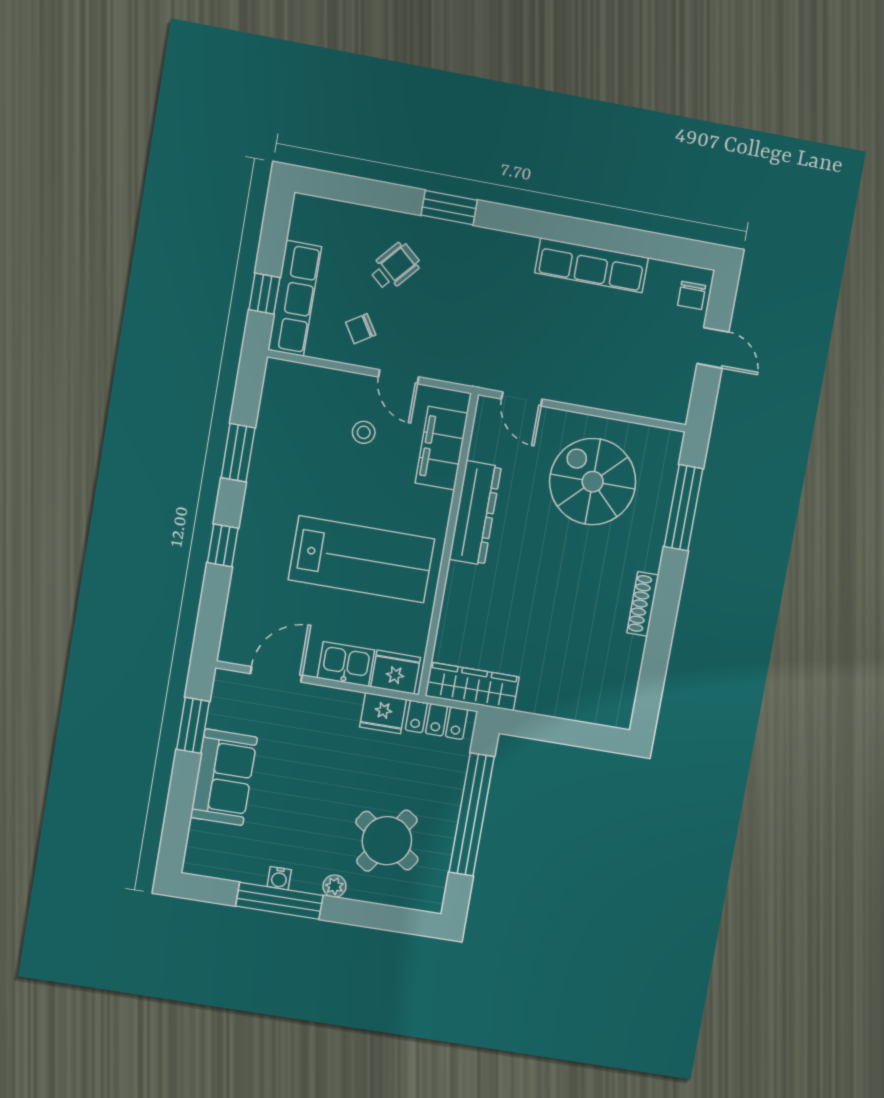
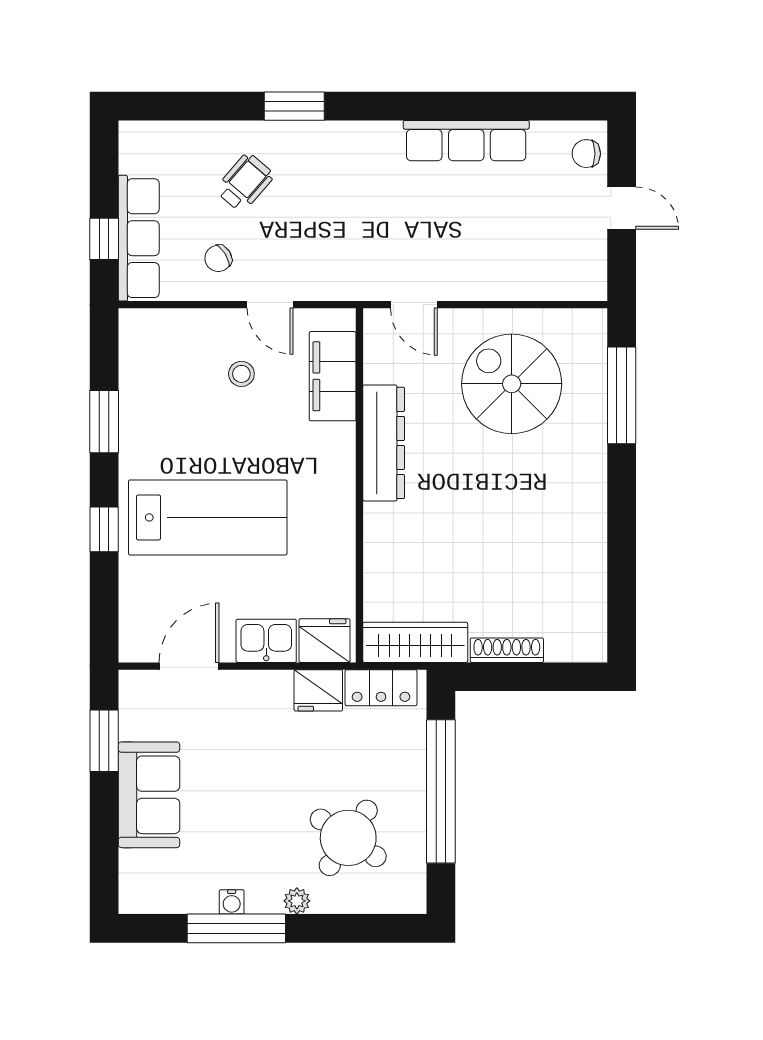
chair: (692, 295) -> (586, 154), turned 90
lab bench: (361, 559) -> (208, 517), moved
shoe rack: (643, 604) -> (507, 650), moved, turned 90

